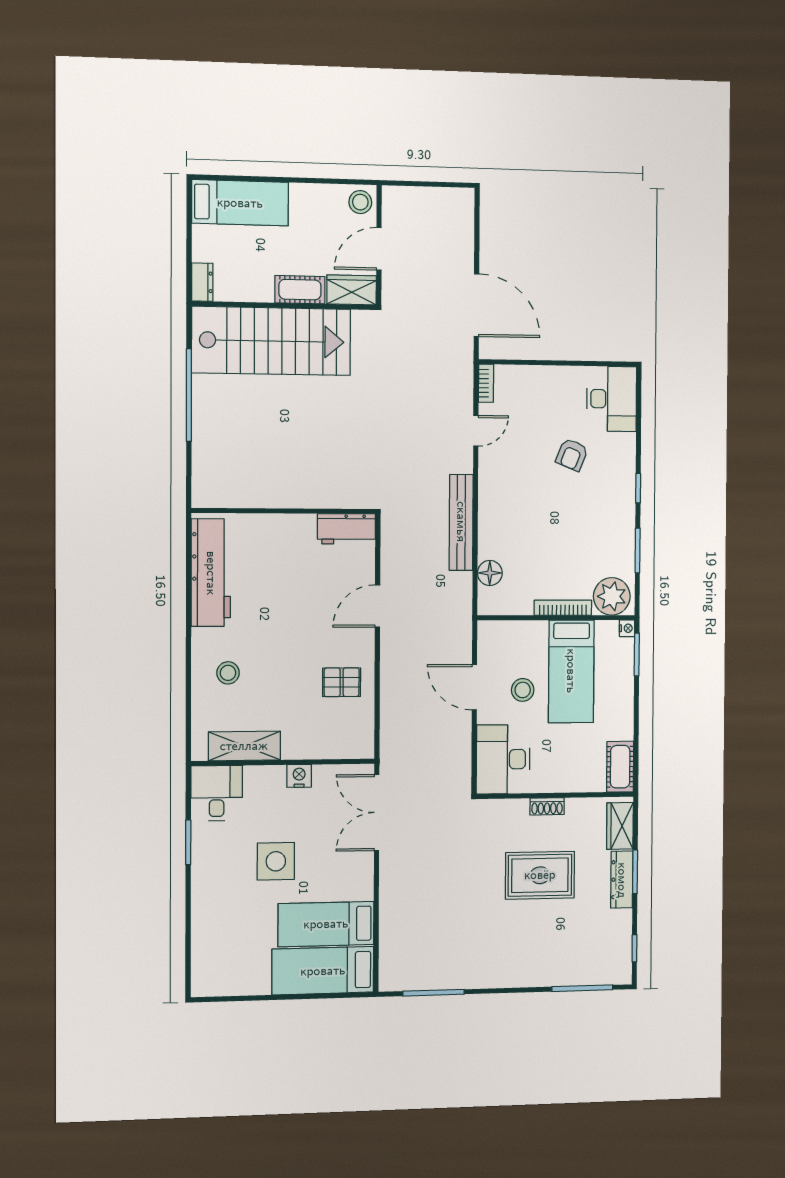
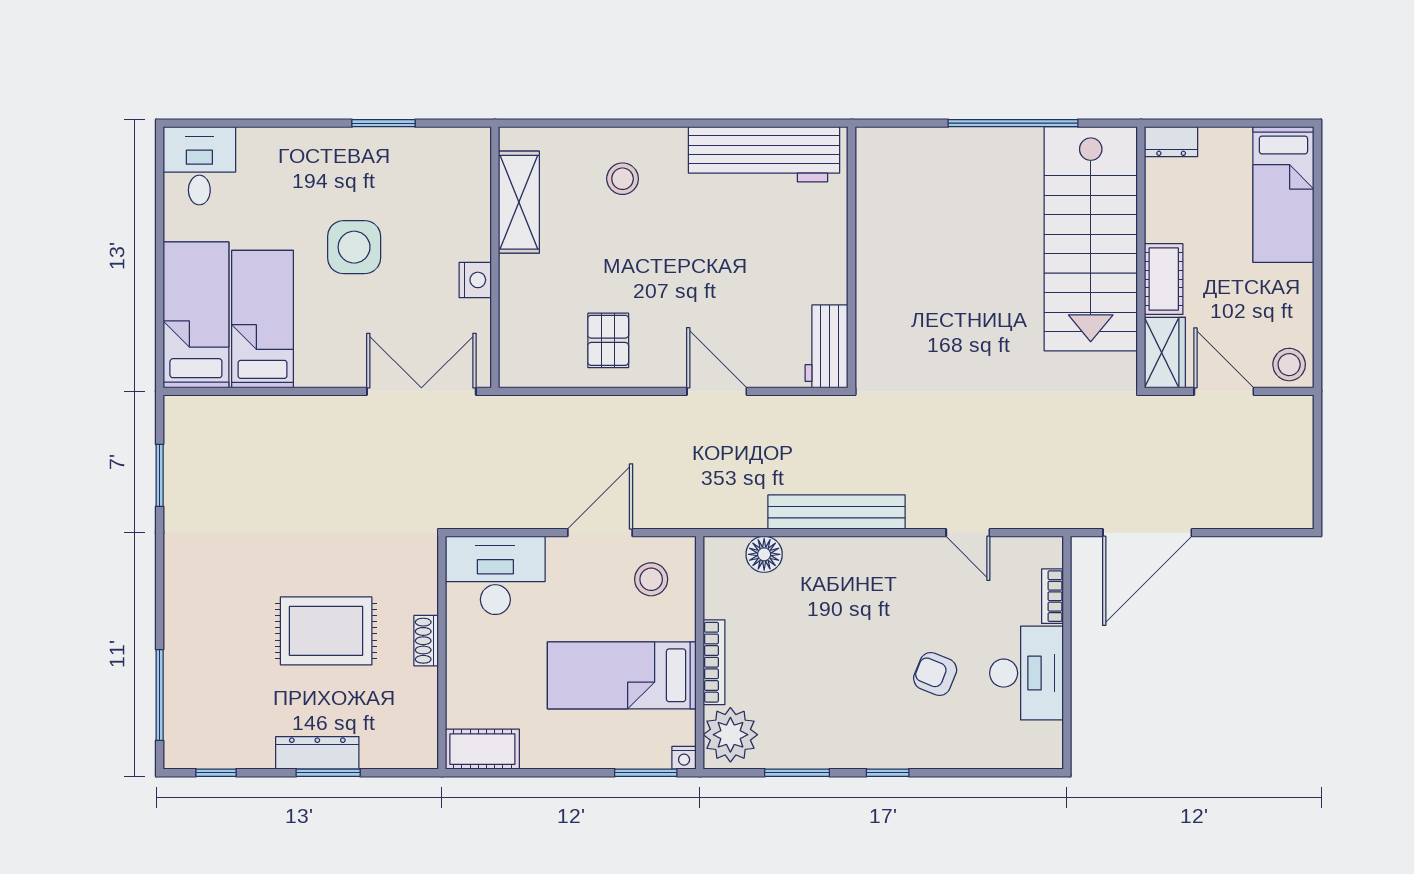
bookcase: (486, 383) -> (1052, 596), moved, turned 90
desk: (612, 399) -> (1026, 673), moved, turned -90
stool: (523, 690) -> (651, 579), moved
desk: (217, 793) -> (199, 166), moved, turned -90
wardrobe: (620, 826) -> (396, 749), removed
rug: (540, 875) -> (326, 631), turned 90
window: (434, 993) -> (160, 475), width x0.69

